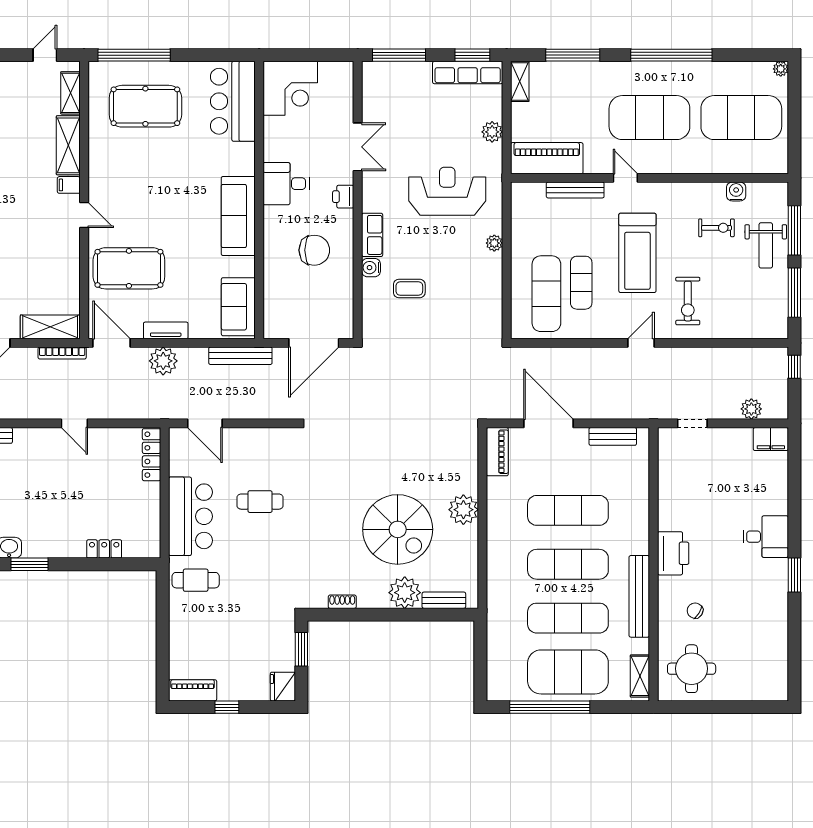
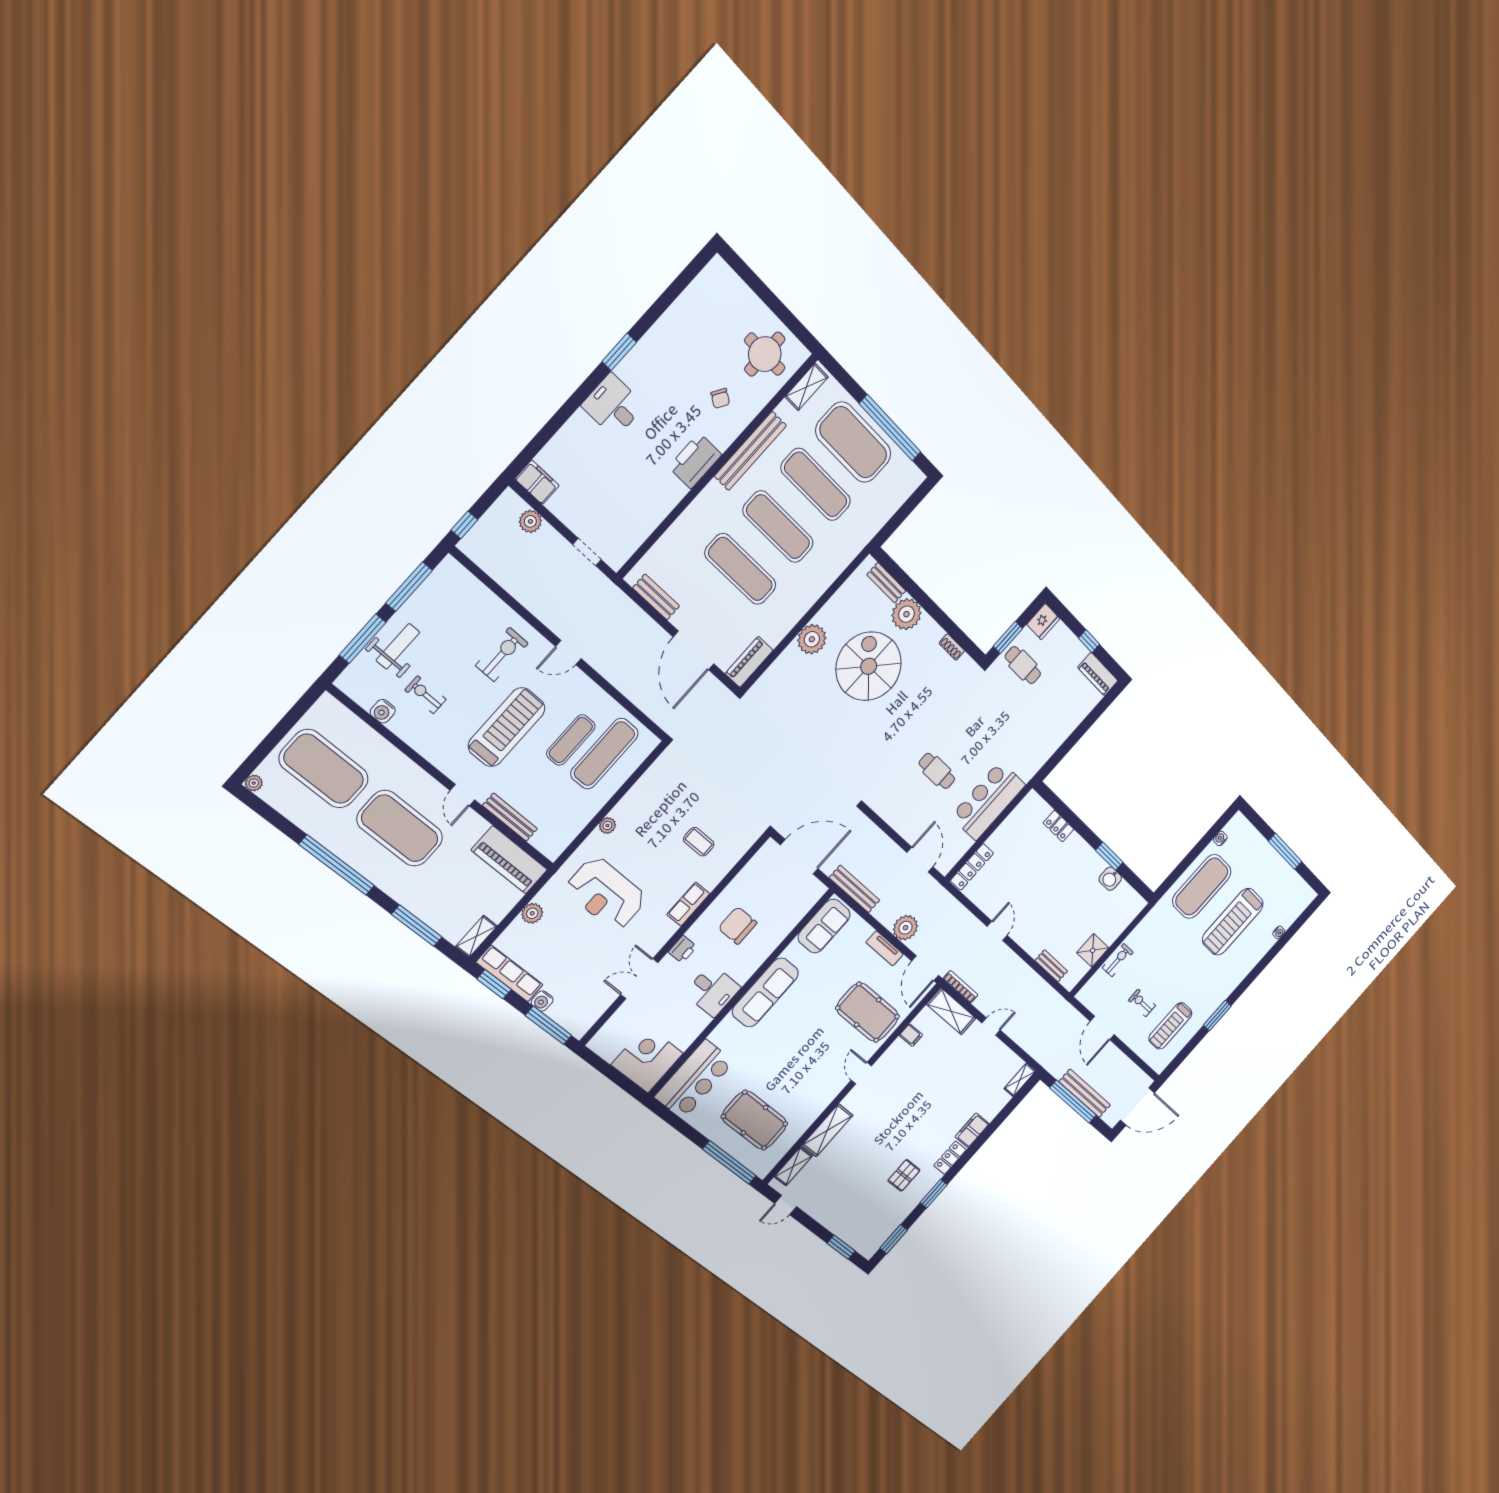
filing cabinet: (69, 185) -> (911, 1035), moved
water cooler: (371, 268) -> (542, 1001), moved, turned 90
cafe table: (196, 580) -> (1023, 665), moved

